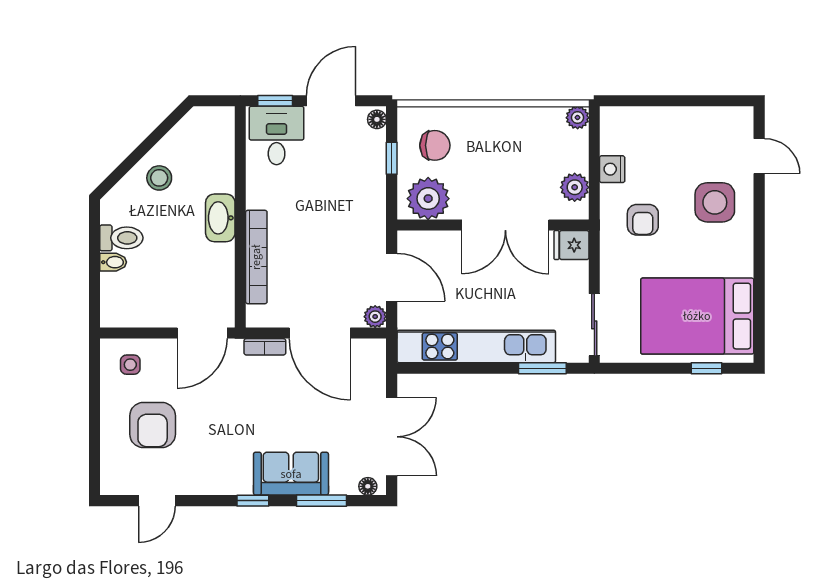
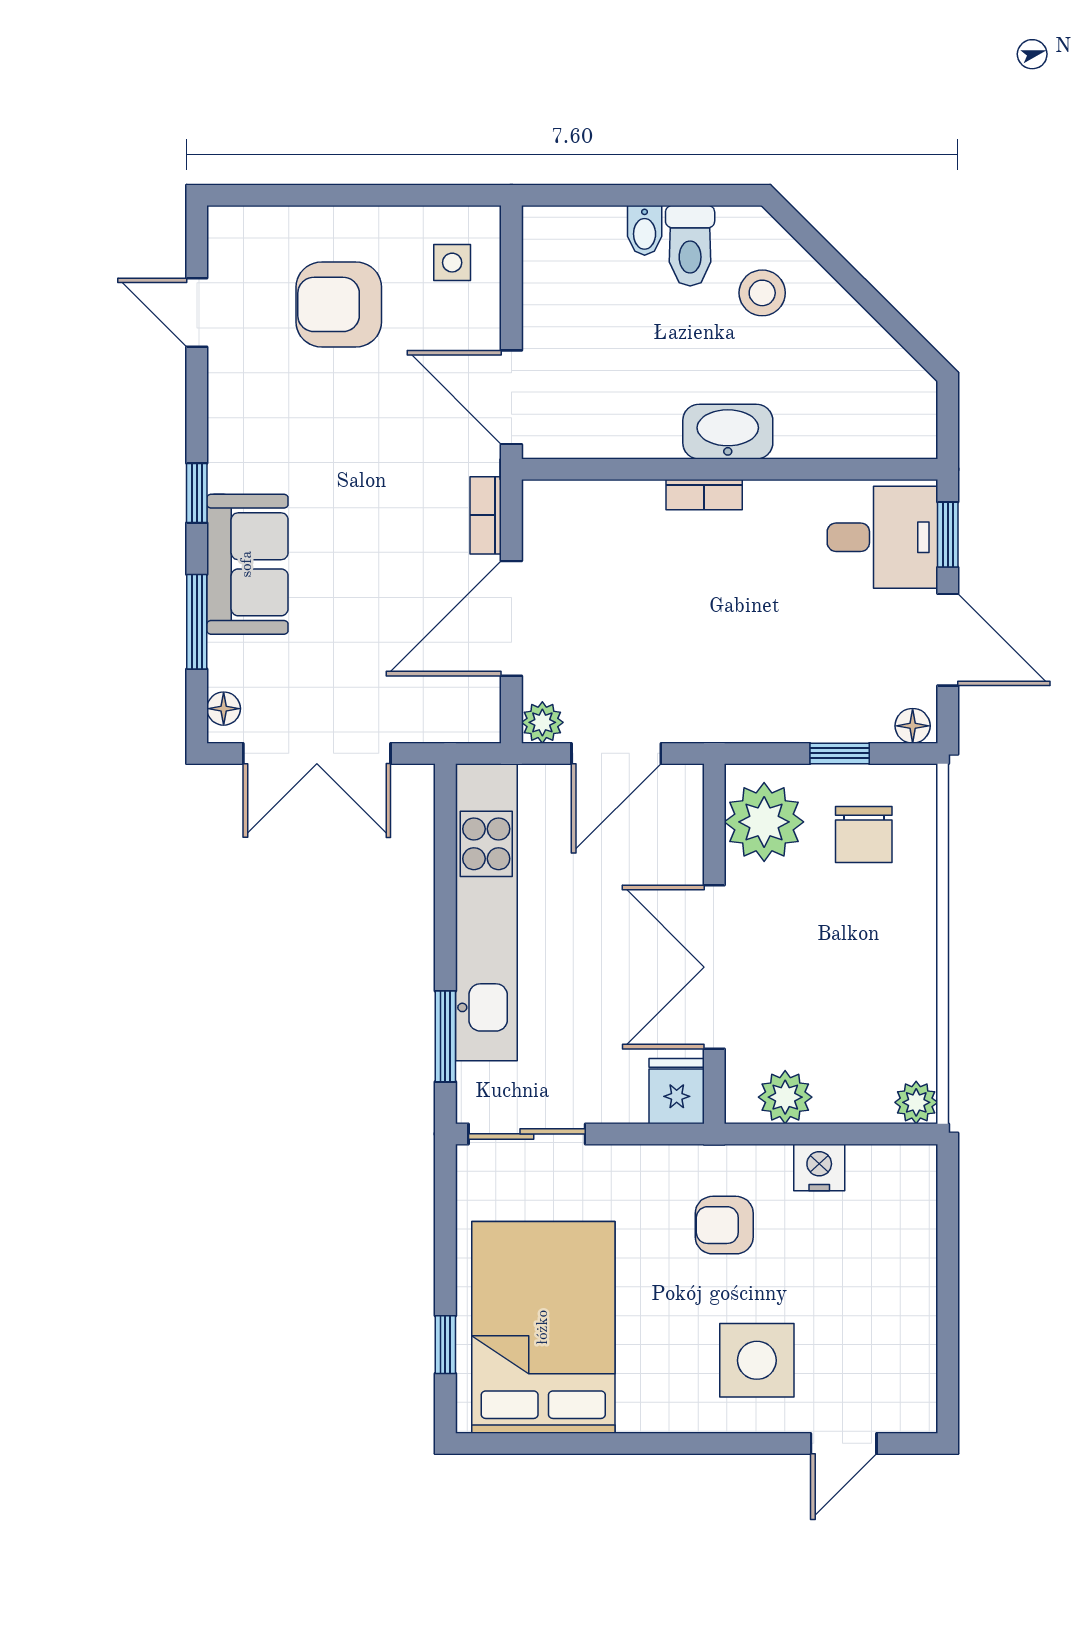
stool: (159, 178) -> (762, 293), moved
bookcase: (256, 257) -> (704, 495), width x0.43, depth x0.76

